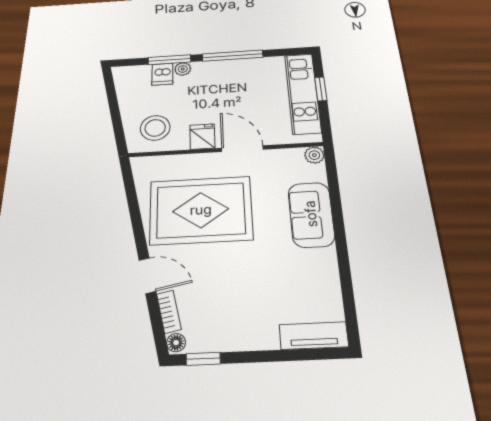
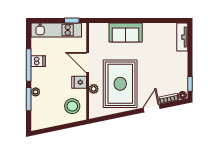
dishwasher: (162, 74) -> (38, 61), moved
window: (321, 89) -> (72, 21), moved
door: (242, 149) -> (88, 63), hinge flipped
plant: (314, 155) -> (94, 89), moved

